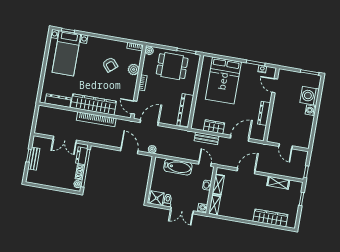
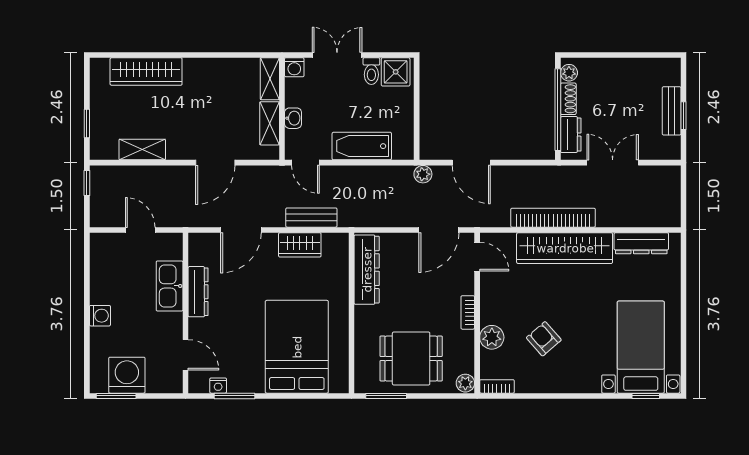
washing machine: (310, 96) -> (127, 375), moved, turned -90
kitchen sink: (277, 118) -> (170, 286), added

